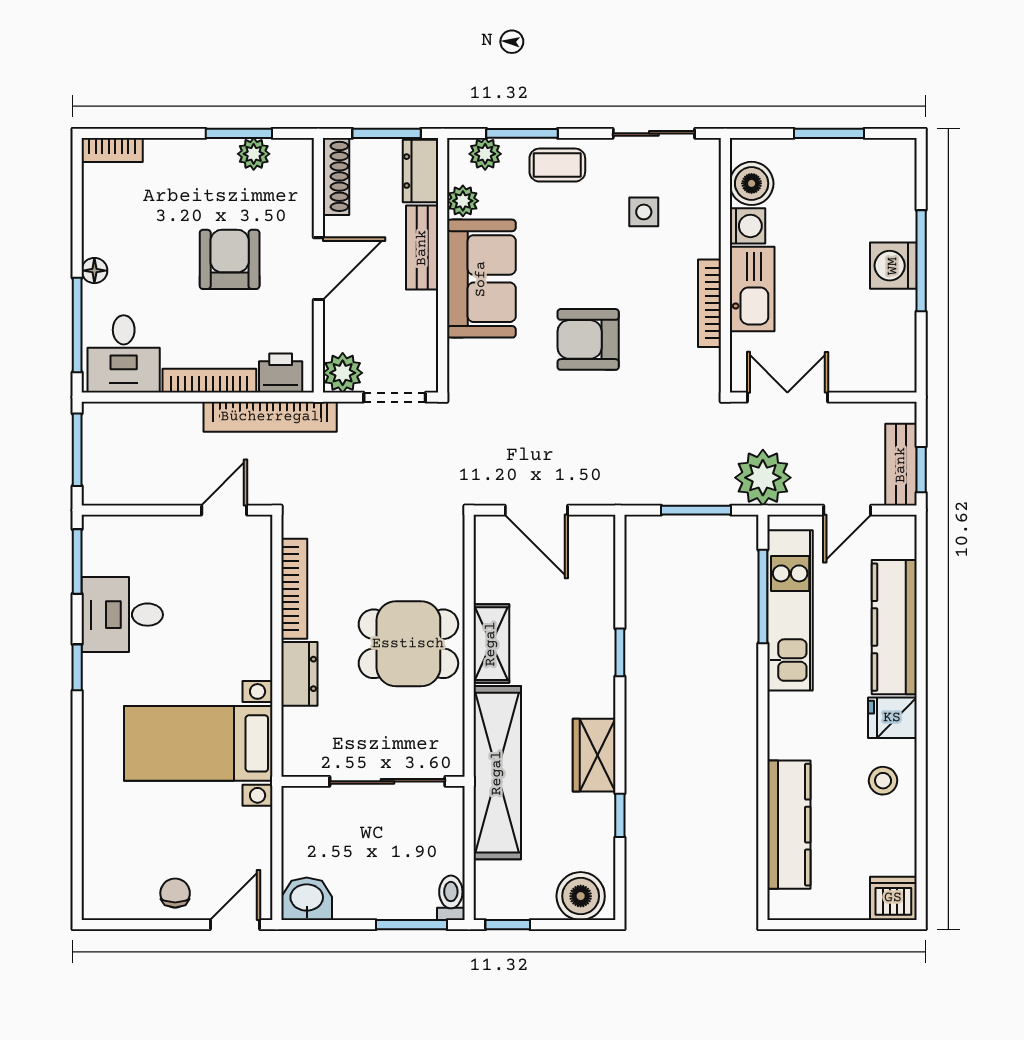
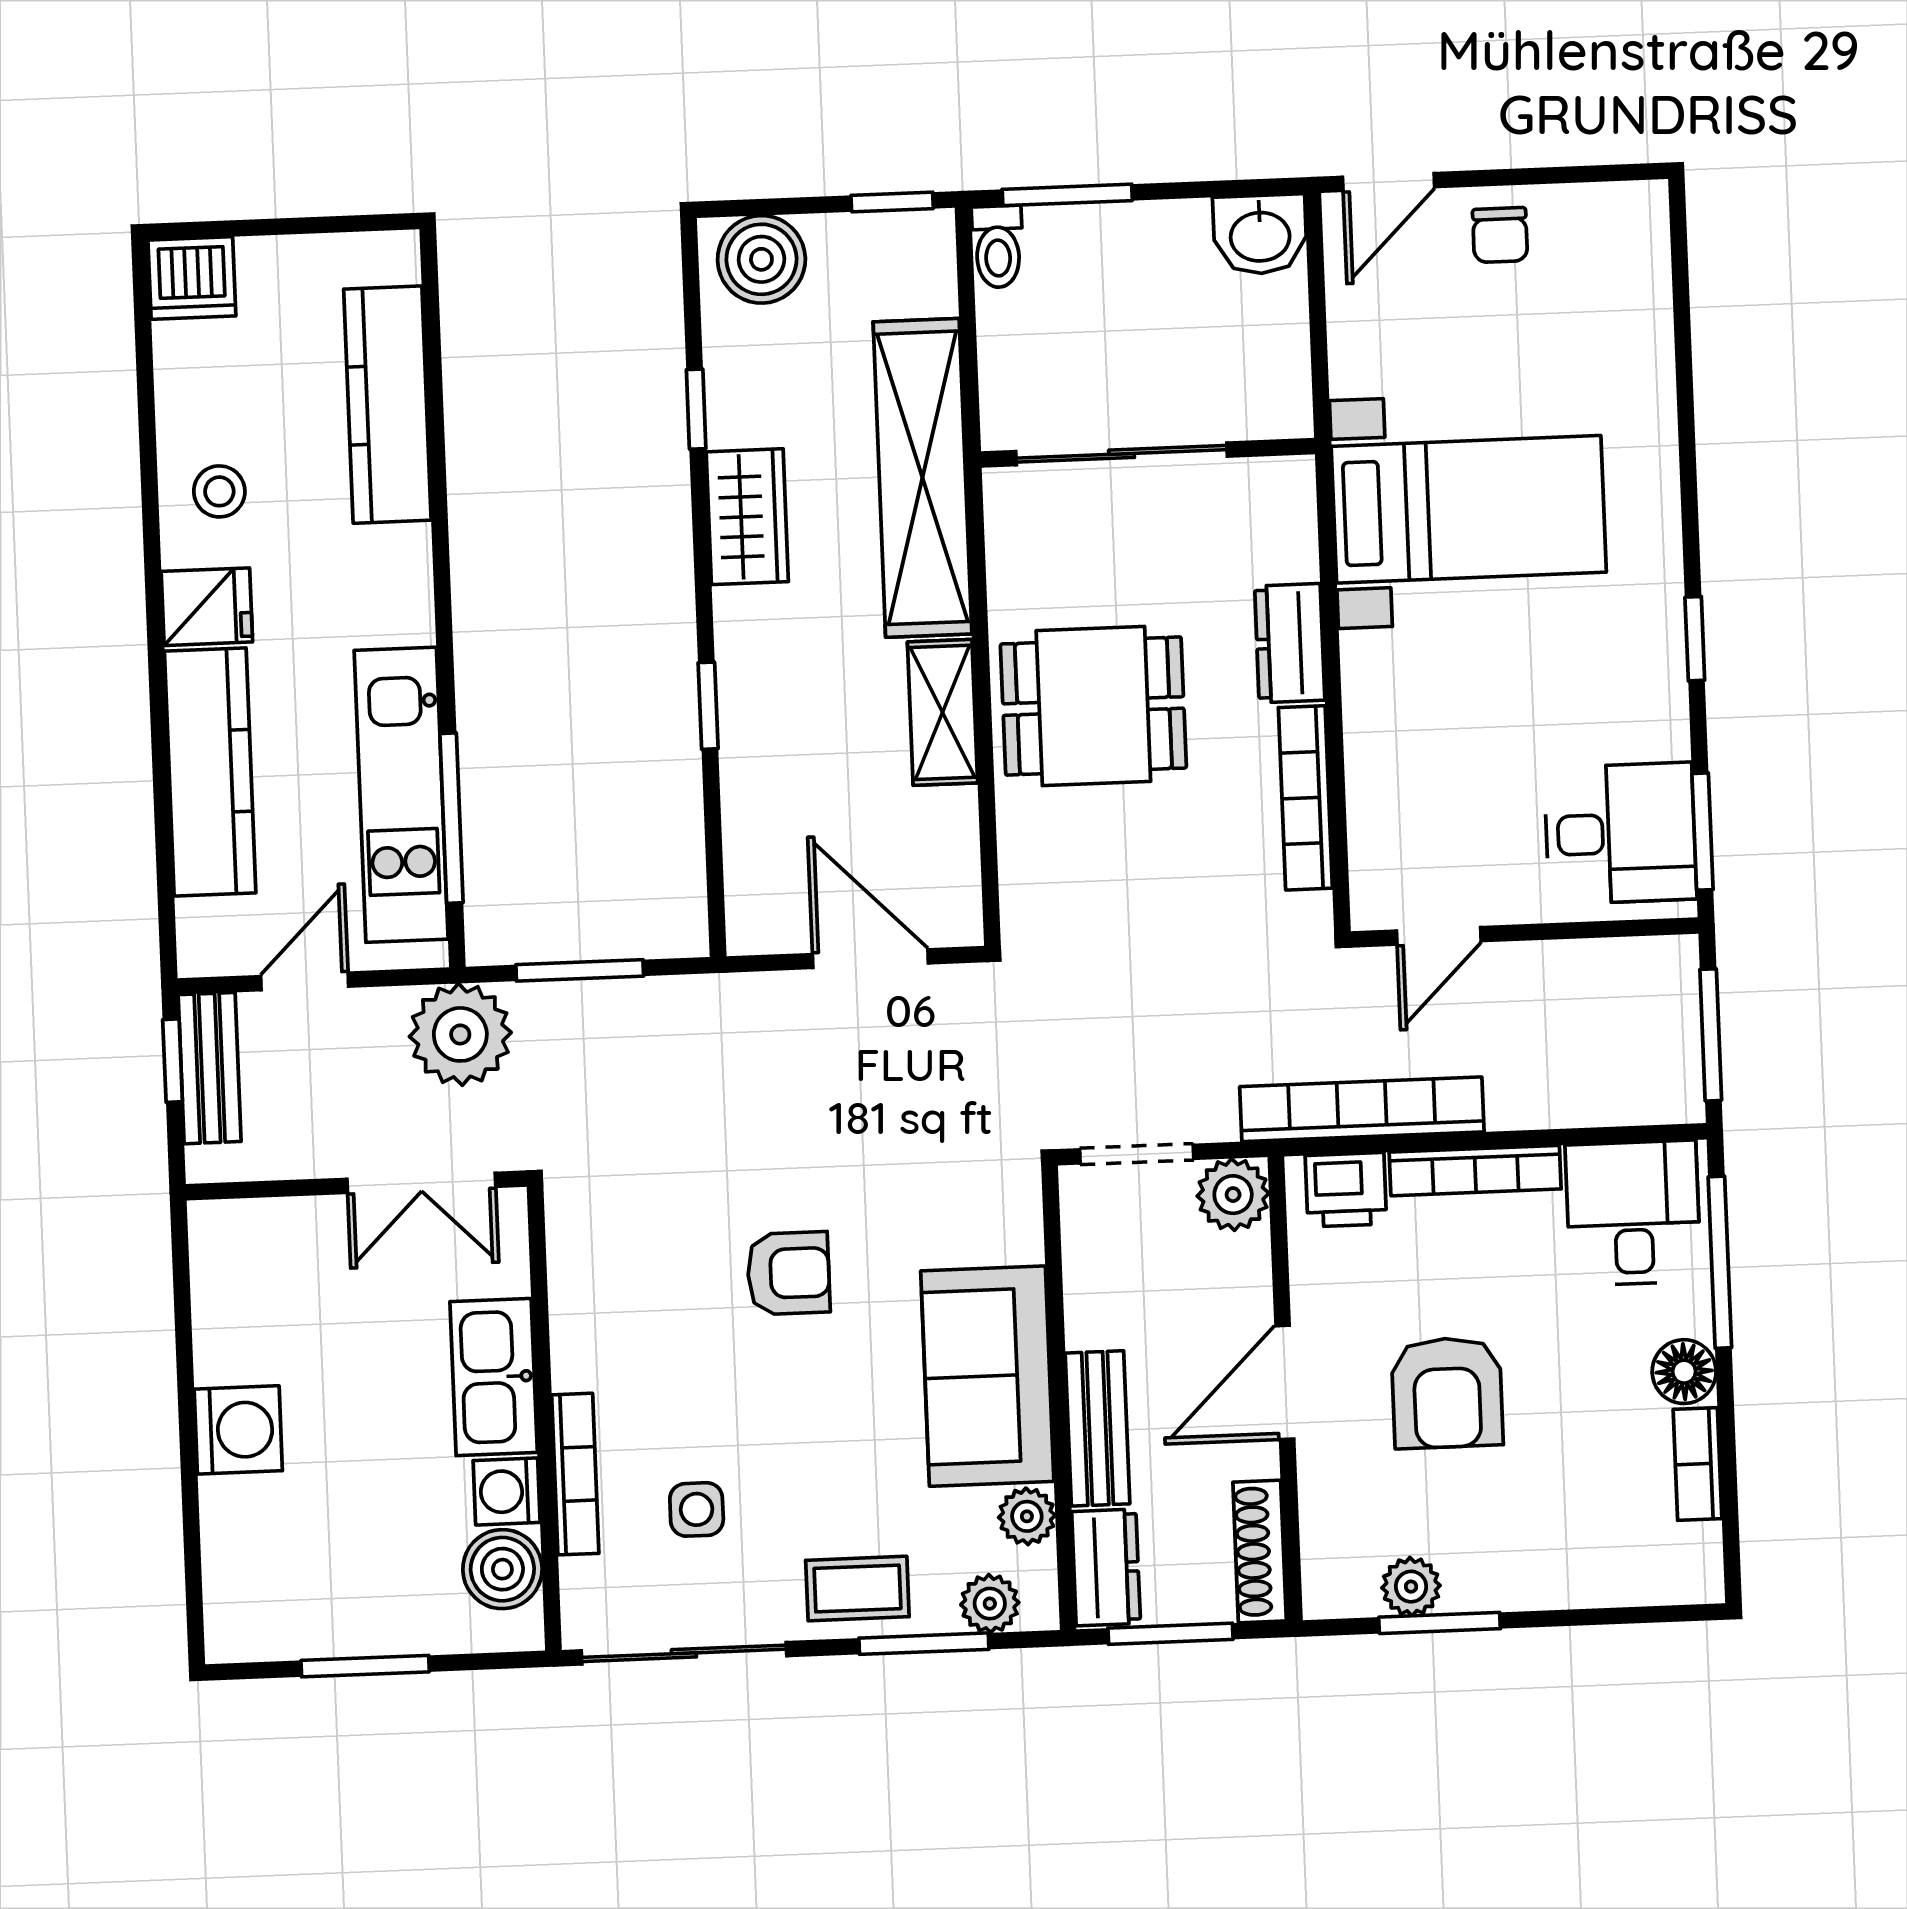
sliding door: (654, 133) -> (684, 1653), width x1.37
bookcase: (112, 150) -> (1698, 1464), moved, turned -90
window: (921, 261) -> (188, 1441), removed
floor lamp: (94, 271) -> (1684, 1372), width x1.37, depth x1.37
bookcase: (710, 303) -> (575, 1474), moved
armchair: (588, 339) -> (789, 1273), width x0.72, depth x0.72
desk: (122, 615) -> (1620, 833), moved

